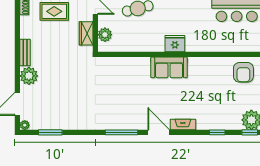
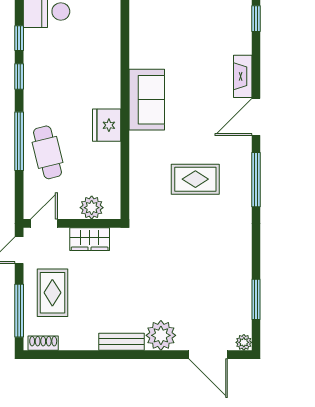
fridge: (175, 44) -> (107, 125), moved
rug: (122, 96) -> (195, 179), added

